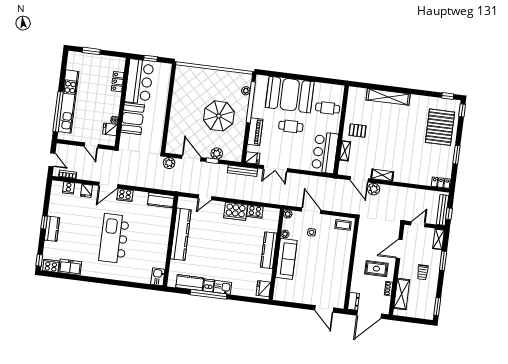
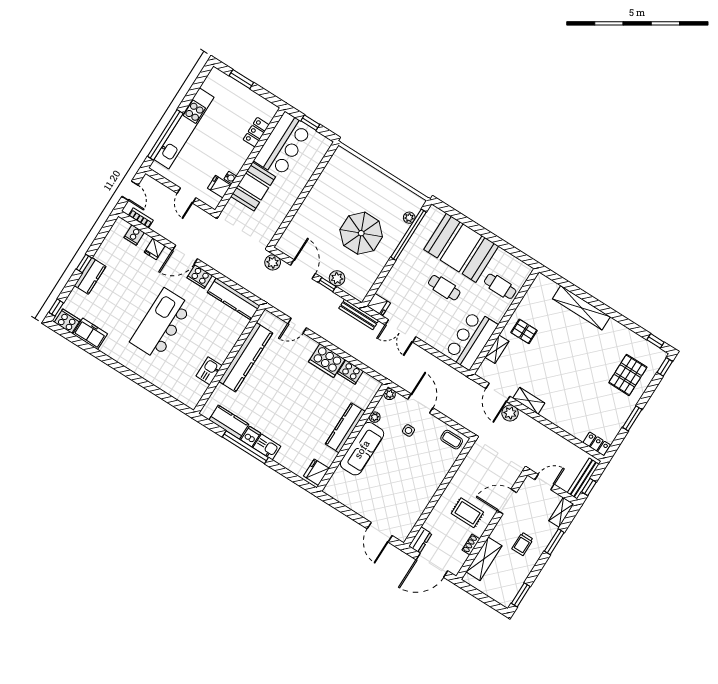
pallet: (440, 127) -> (628, 375), width x0.73, depth x0.71
piano: (255, 132) -> (397, 274), removed
kitchen counter: (161, 200) -> (234, 299), width x1.50
kitchen sink: (158, 277) -> (209, 371), moved

